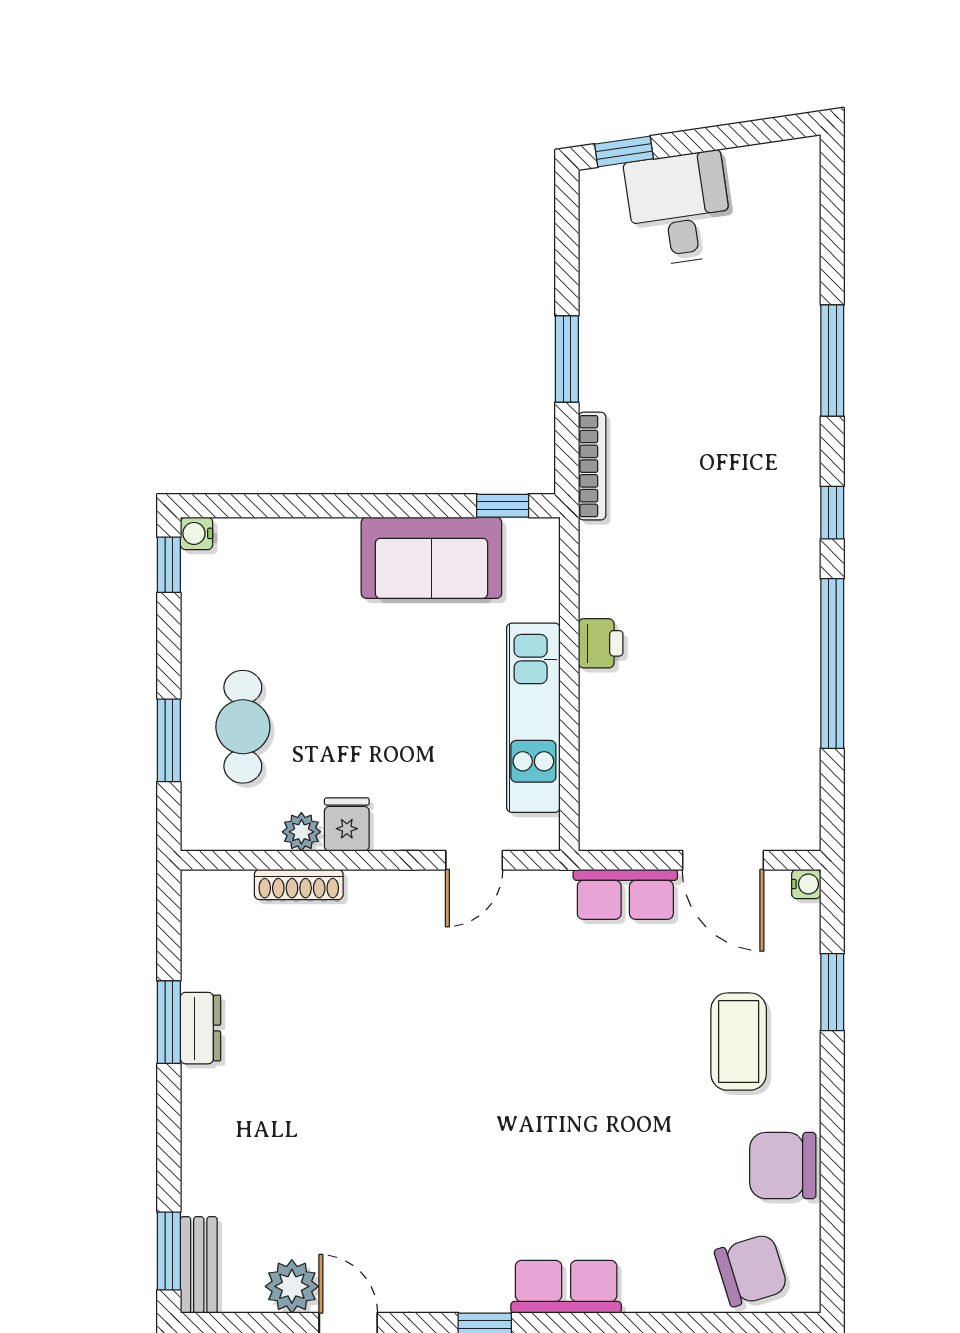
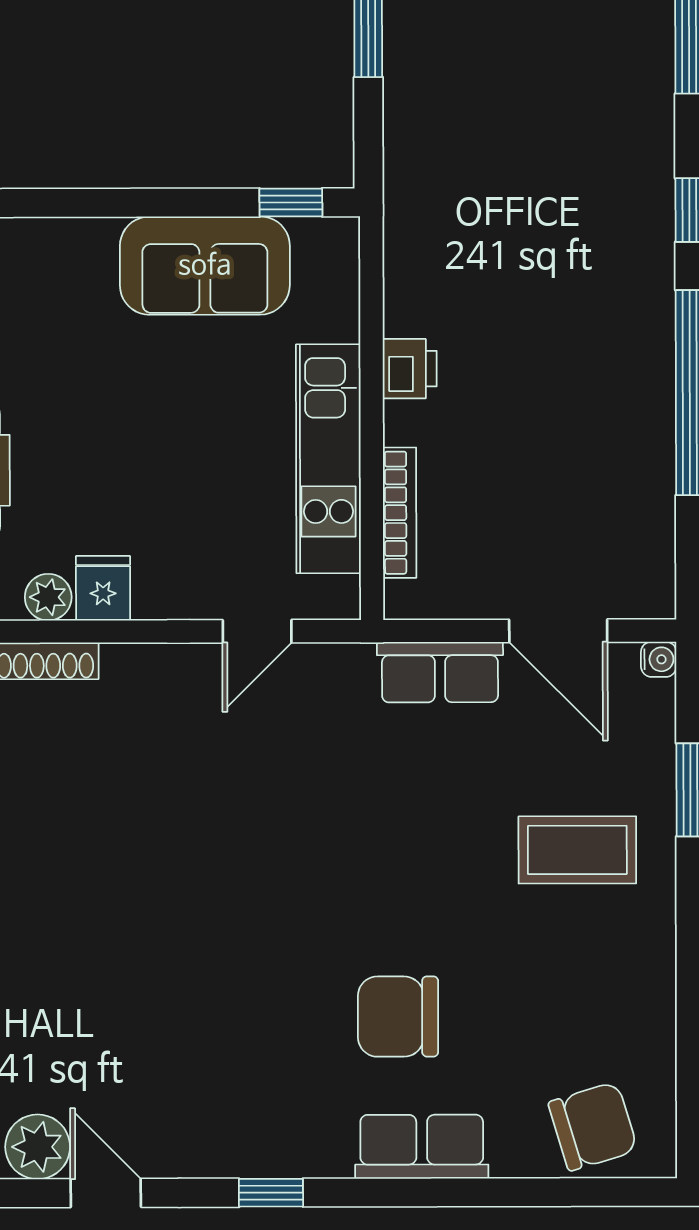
bookcase: (592, 466) -> (400, 513), moved
coffee table: (739, 1042) -> (577, 850), turned 90
chair: (783, 1166) -> (398, 1017), moved
row of seats: (566, 1287) -> (422, 1147), moved

